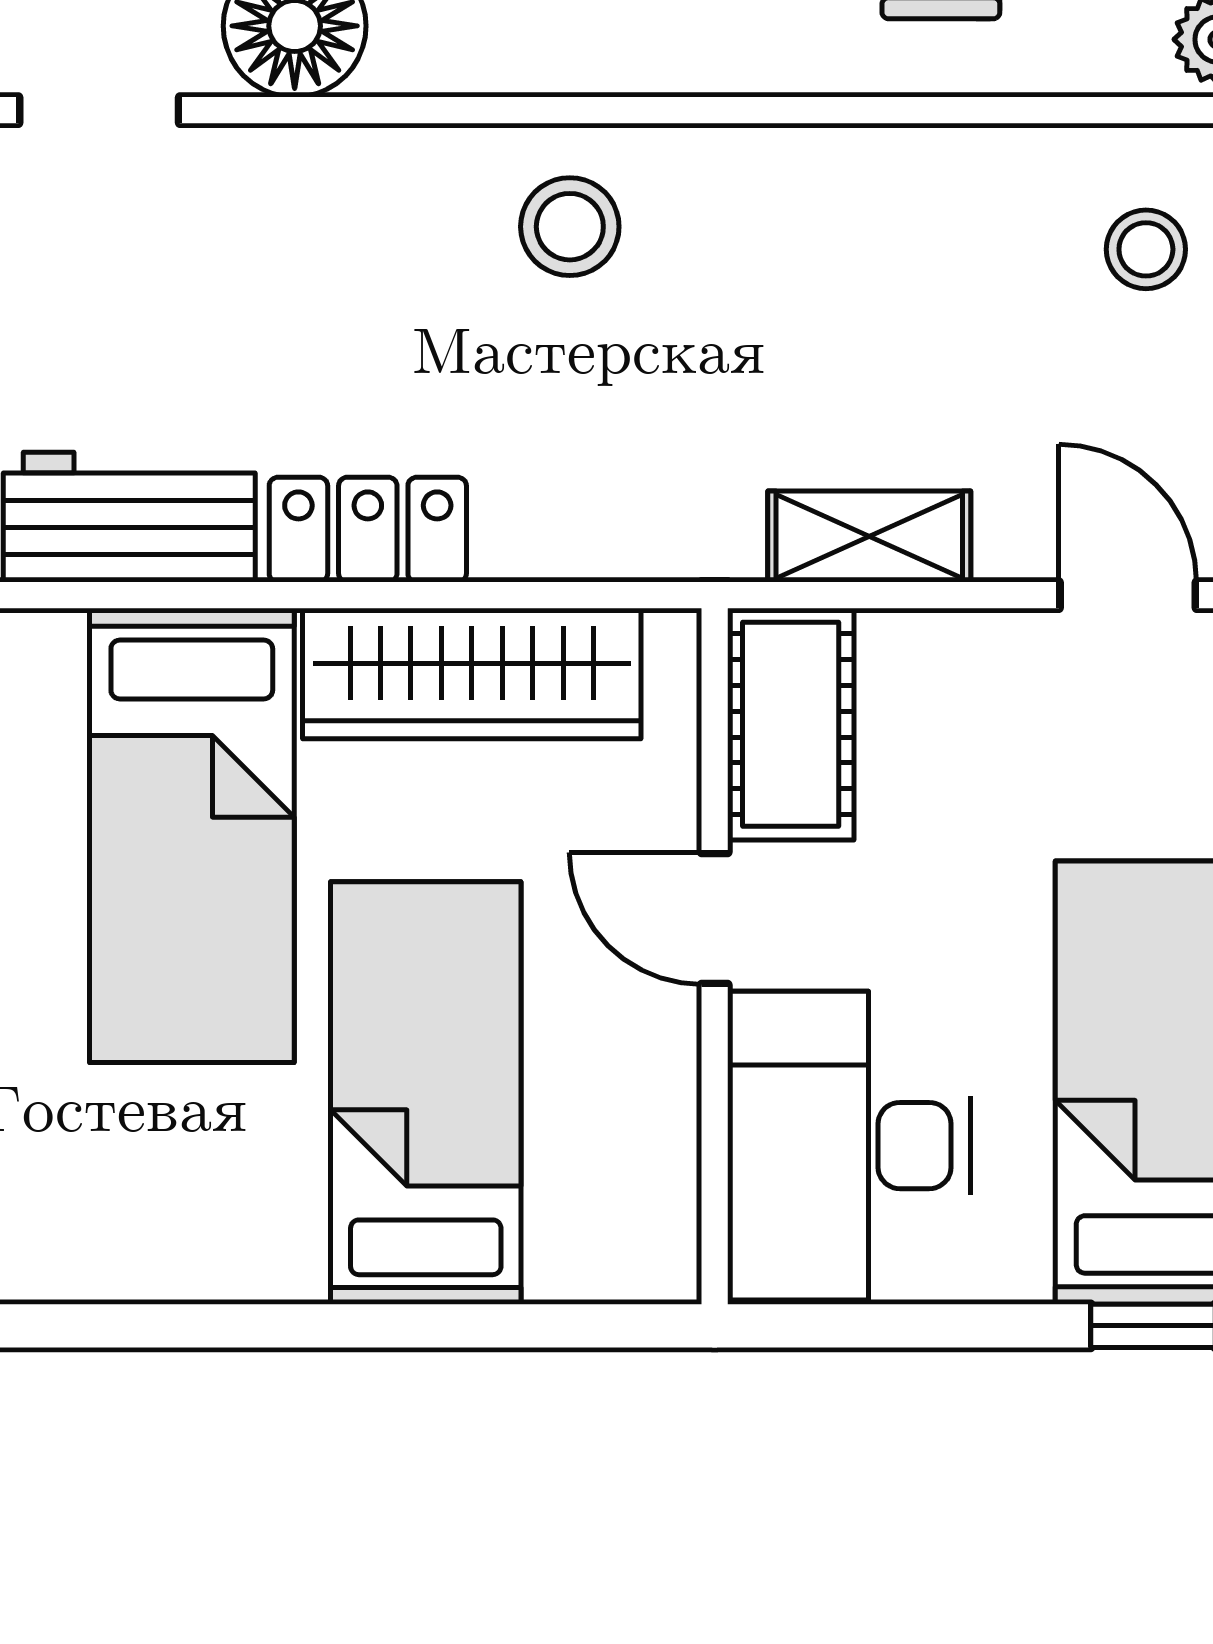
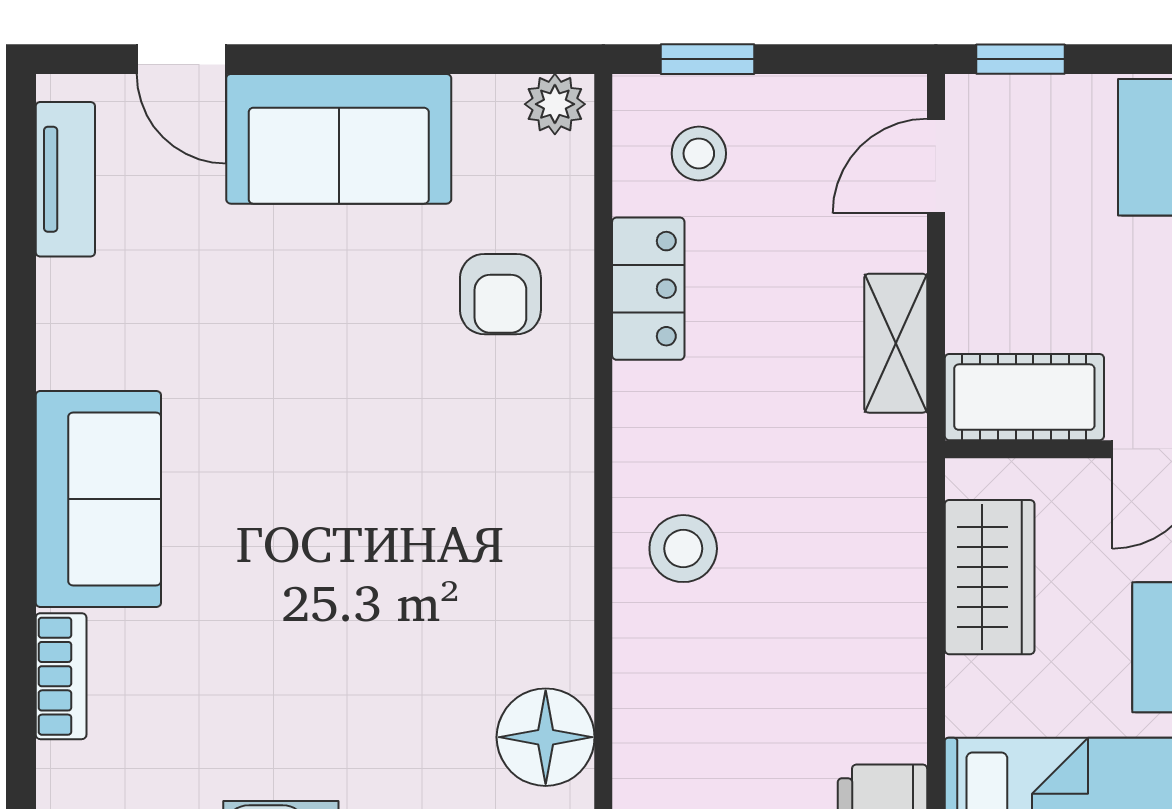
locker: (368, 530) -> (648, 289), moved, turned 180
wardrobe: (472, 673) -> (990, 577), width x0.67

